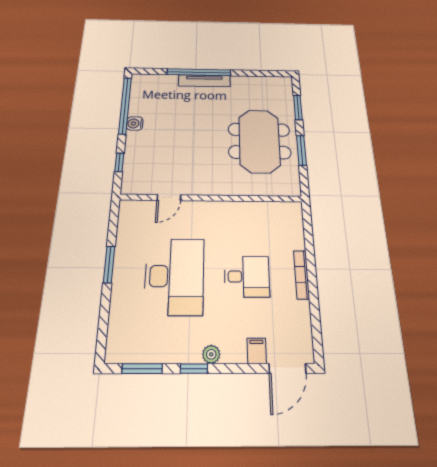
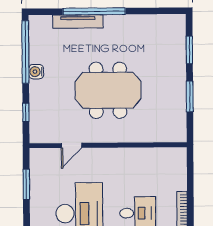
tv unit: (204, 81) -> (78, 22), moved
meeting table: (259, 141) -> (108, 90), moved, turned 90
window: (109, 264) -> (26, 184), moved

